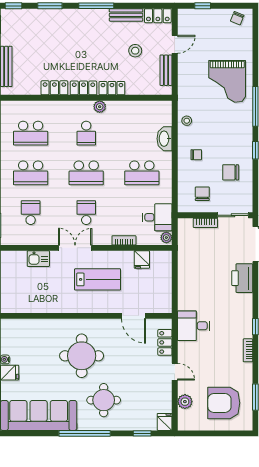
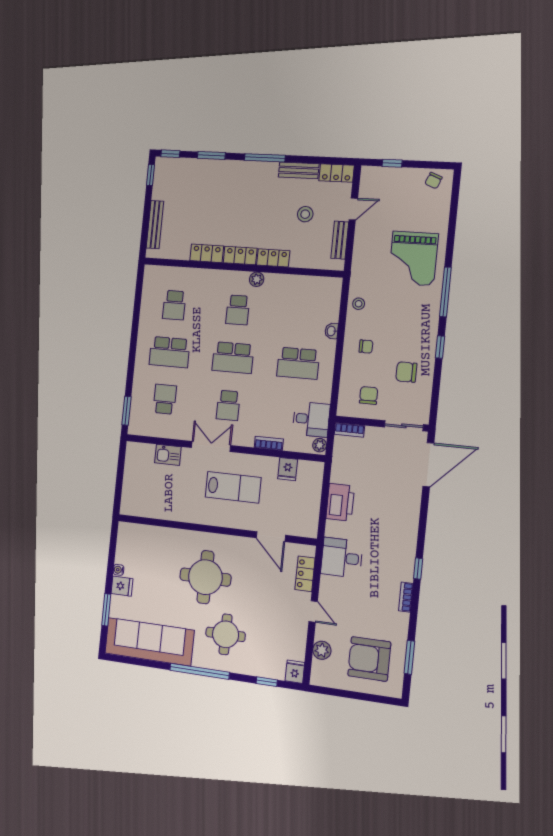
school desk: (31, 133) -> (174, 305), width x0.54
washbasin: (164, 139) -> (331, 331), width x0.52, depth x0.69
school desk: (86, 213) -> (228, 405), turned 180
bookcase: (205, 223) -> (349, 430), moved
printer: (242, 278) -> (340, 502), moved, turned 180

